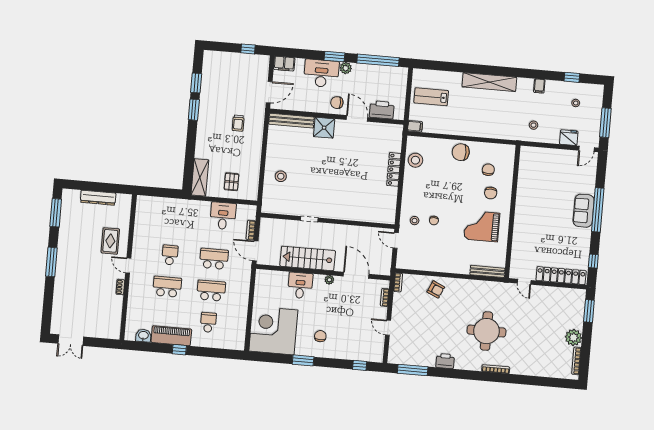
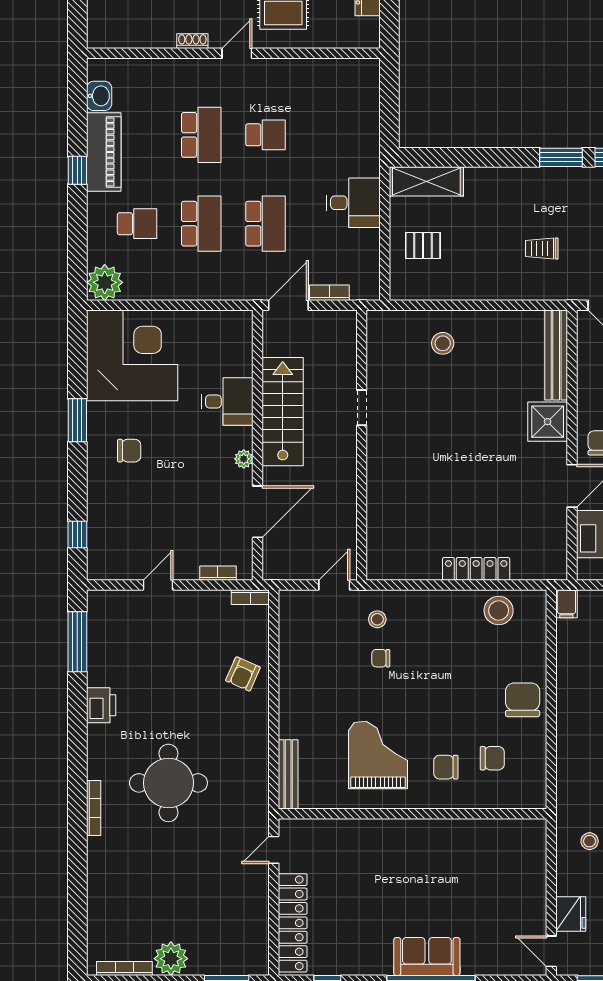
desk: (223, 216) -> (353, 203), moved
plant: (236, 341) -> (105, 282), added

